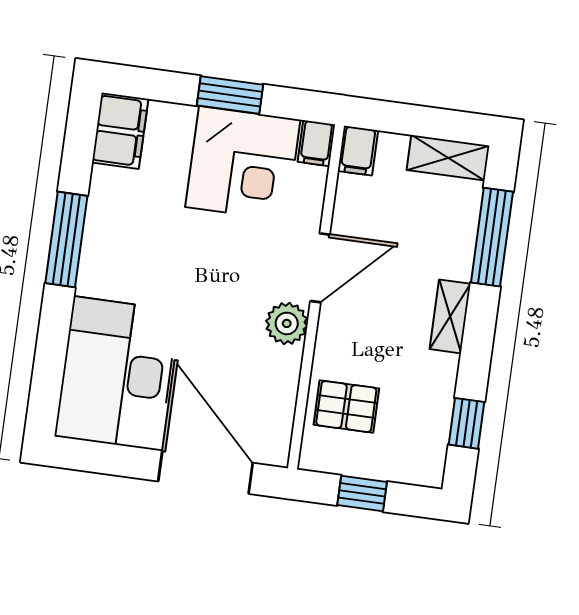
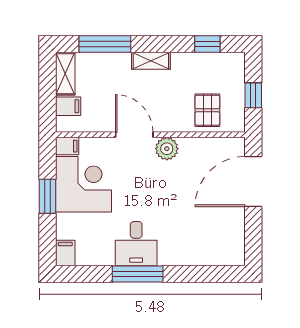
filing cabinet: (120, 131) -> (65, 253), width x0.50
filing cabinet: (358, 151) -> (68, 106), moved
desk: (117, 373) -> (136, 244), moved, width x0.53, depth x0.77

